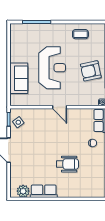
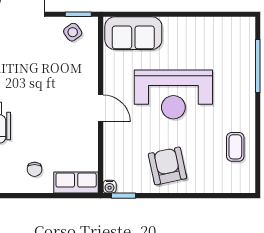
sofa: (19, 78) -> (133, 33), moved
door: (60, 107) -> (101, 108), swing flipped

